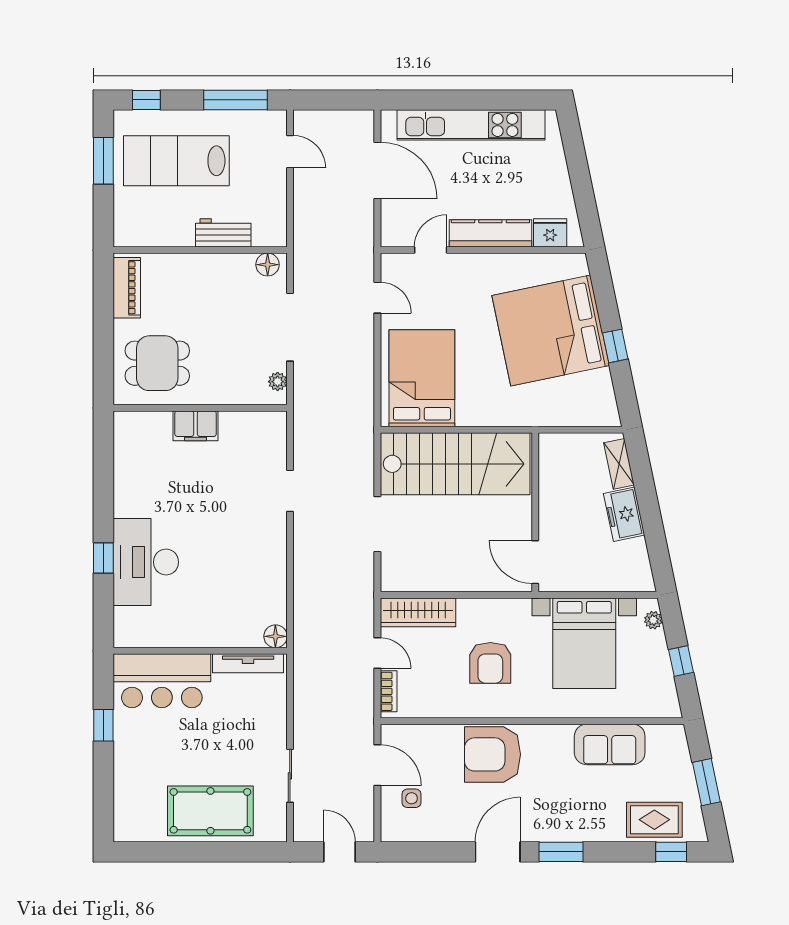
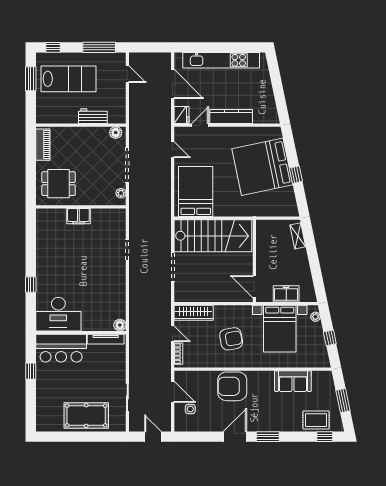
lab bench: (176, 161) -> (69, 79), turned 180
fridge: (550, 233) -> (181, 115), moved, turned 90
freezer: (624, 514) -> (286, 294), moved, turned 102
desk: (146, 562) -> (58, 314), moved, turned -90
armchair: (490, 663) -> (231, 339), turned -100

